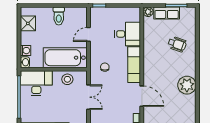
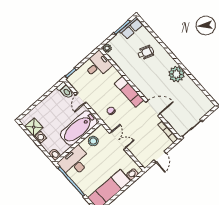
row of seats: (167, 13) -> (131, 28), moved
toilet: (59, 16) -> (65, 90), moved
desk: (128, 34) -> (98, 65), moved
washing machine: (26, 51) -> (40, 138), moved

